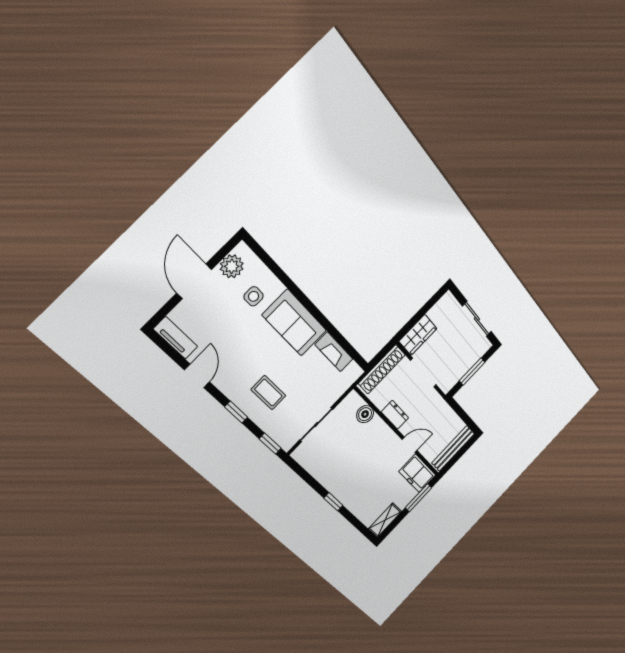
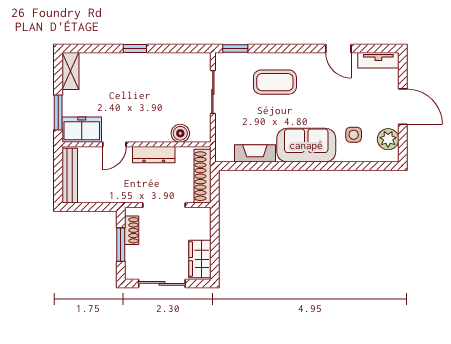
wardrobe: (418, 335) -> (200, 259), moved
shoe rack: (457, 375) -> (132, 230), added
coffee table: (268, 393) -> (275, 82), width x1.36, depth x1.30
window: (236, 412) -> (285, 48), removed
dresser: (395, 415) -> (154, 155), width x1.44

